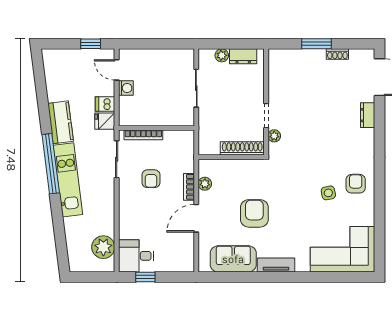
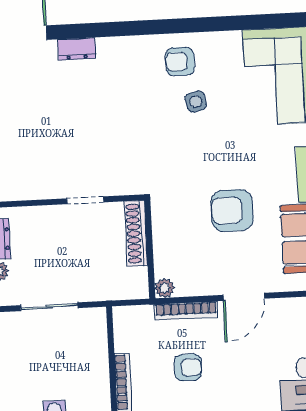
plant: (274, 136) -> (115, 187), removed
plant: (205, 184) -> (165, 288), moved
bookcase: (189, 187) -> (186, 311), width x1.56
door: (196, 218) -> (244, 297), hinge flipped

